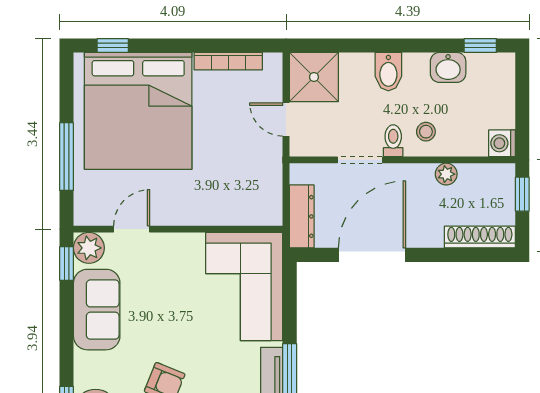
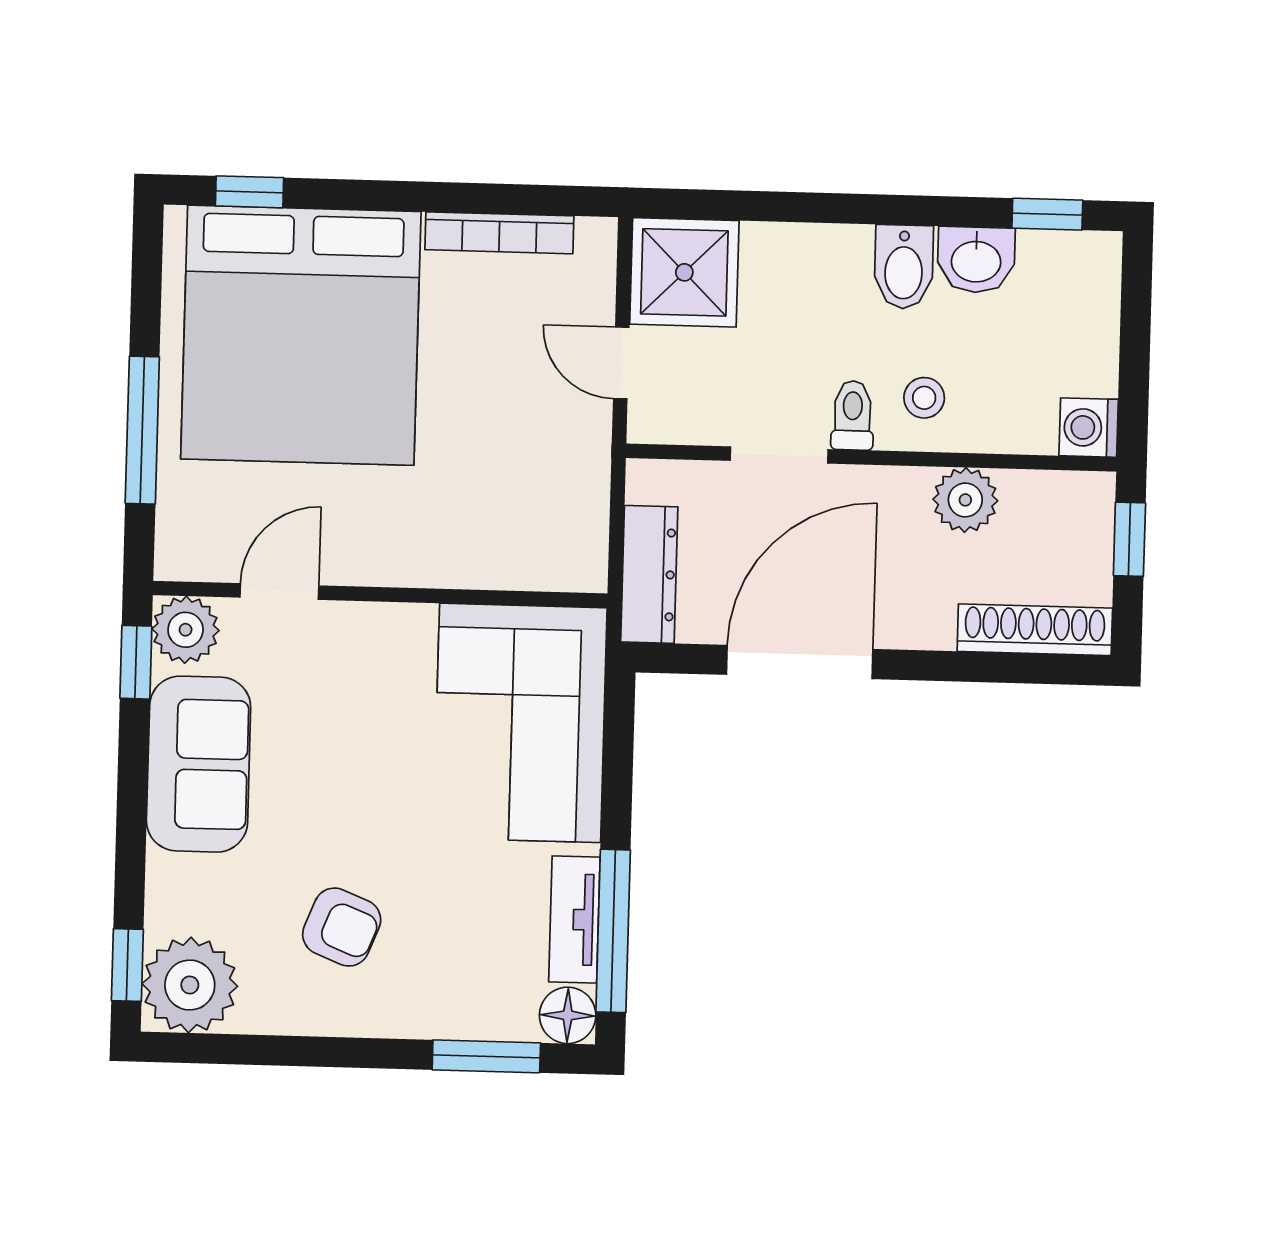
bidet: (388, 72) -> (904, 267), moved
plant: (446, 174) -> (965, 500), width x1.38, depth x1.38

